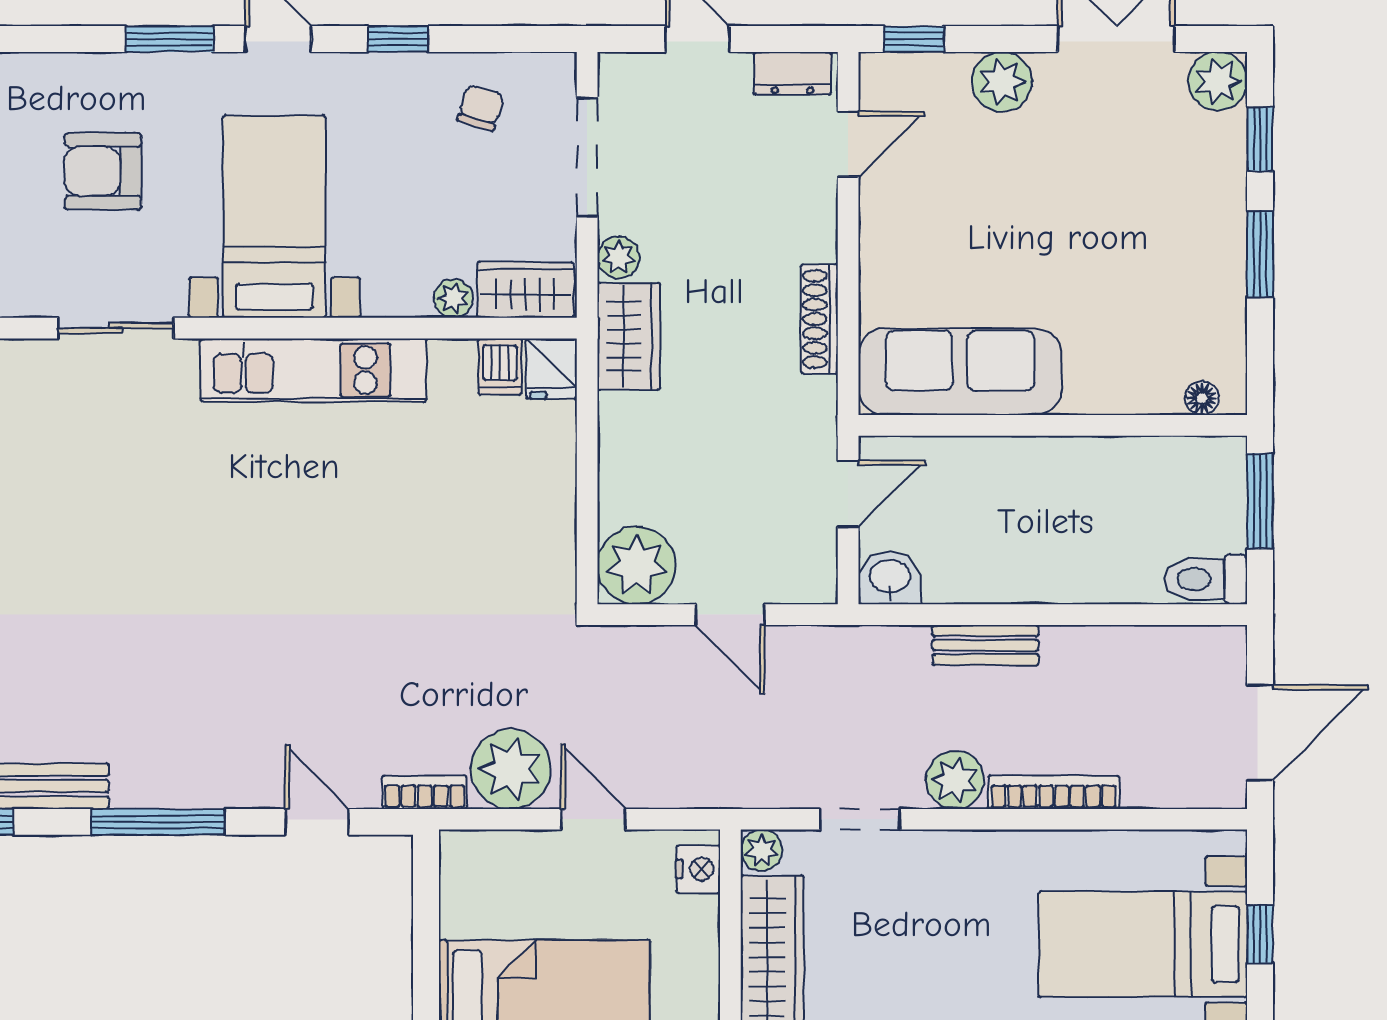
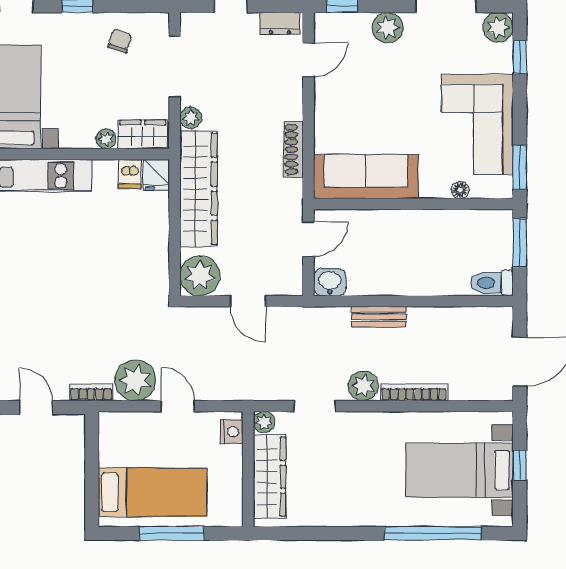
window: (1260, 254) -> (520, 167), moved
corner sofa: (1178, 270) -> (477, 124), added
wardrobe: (629, 336) -> (199, 189), width x2.10, depth x1.17
floor lamp: (1202, 398) -> (460, 190), moved

